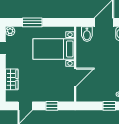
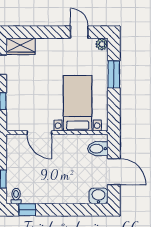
wardrobe: (12, 79) -> (20, 46), moved

